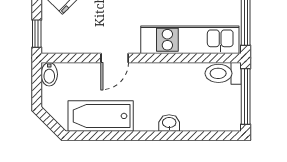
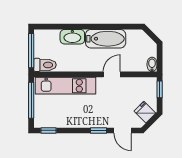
bathtub: (101, 116) -> (106, 39), moved
washbasin: (169, 123) -> (72, 37), width x1.91, depth x1.45

